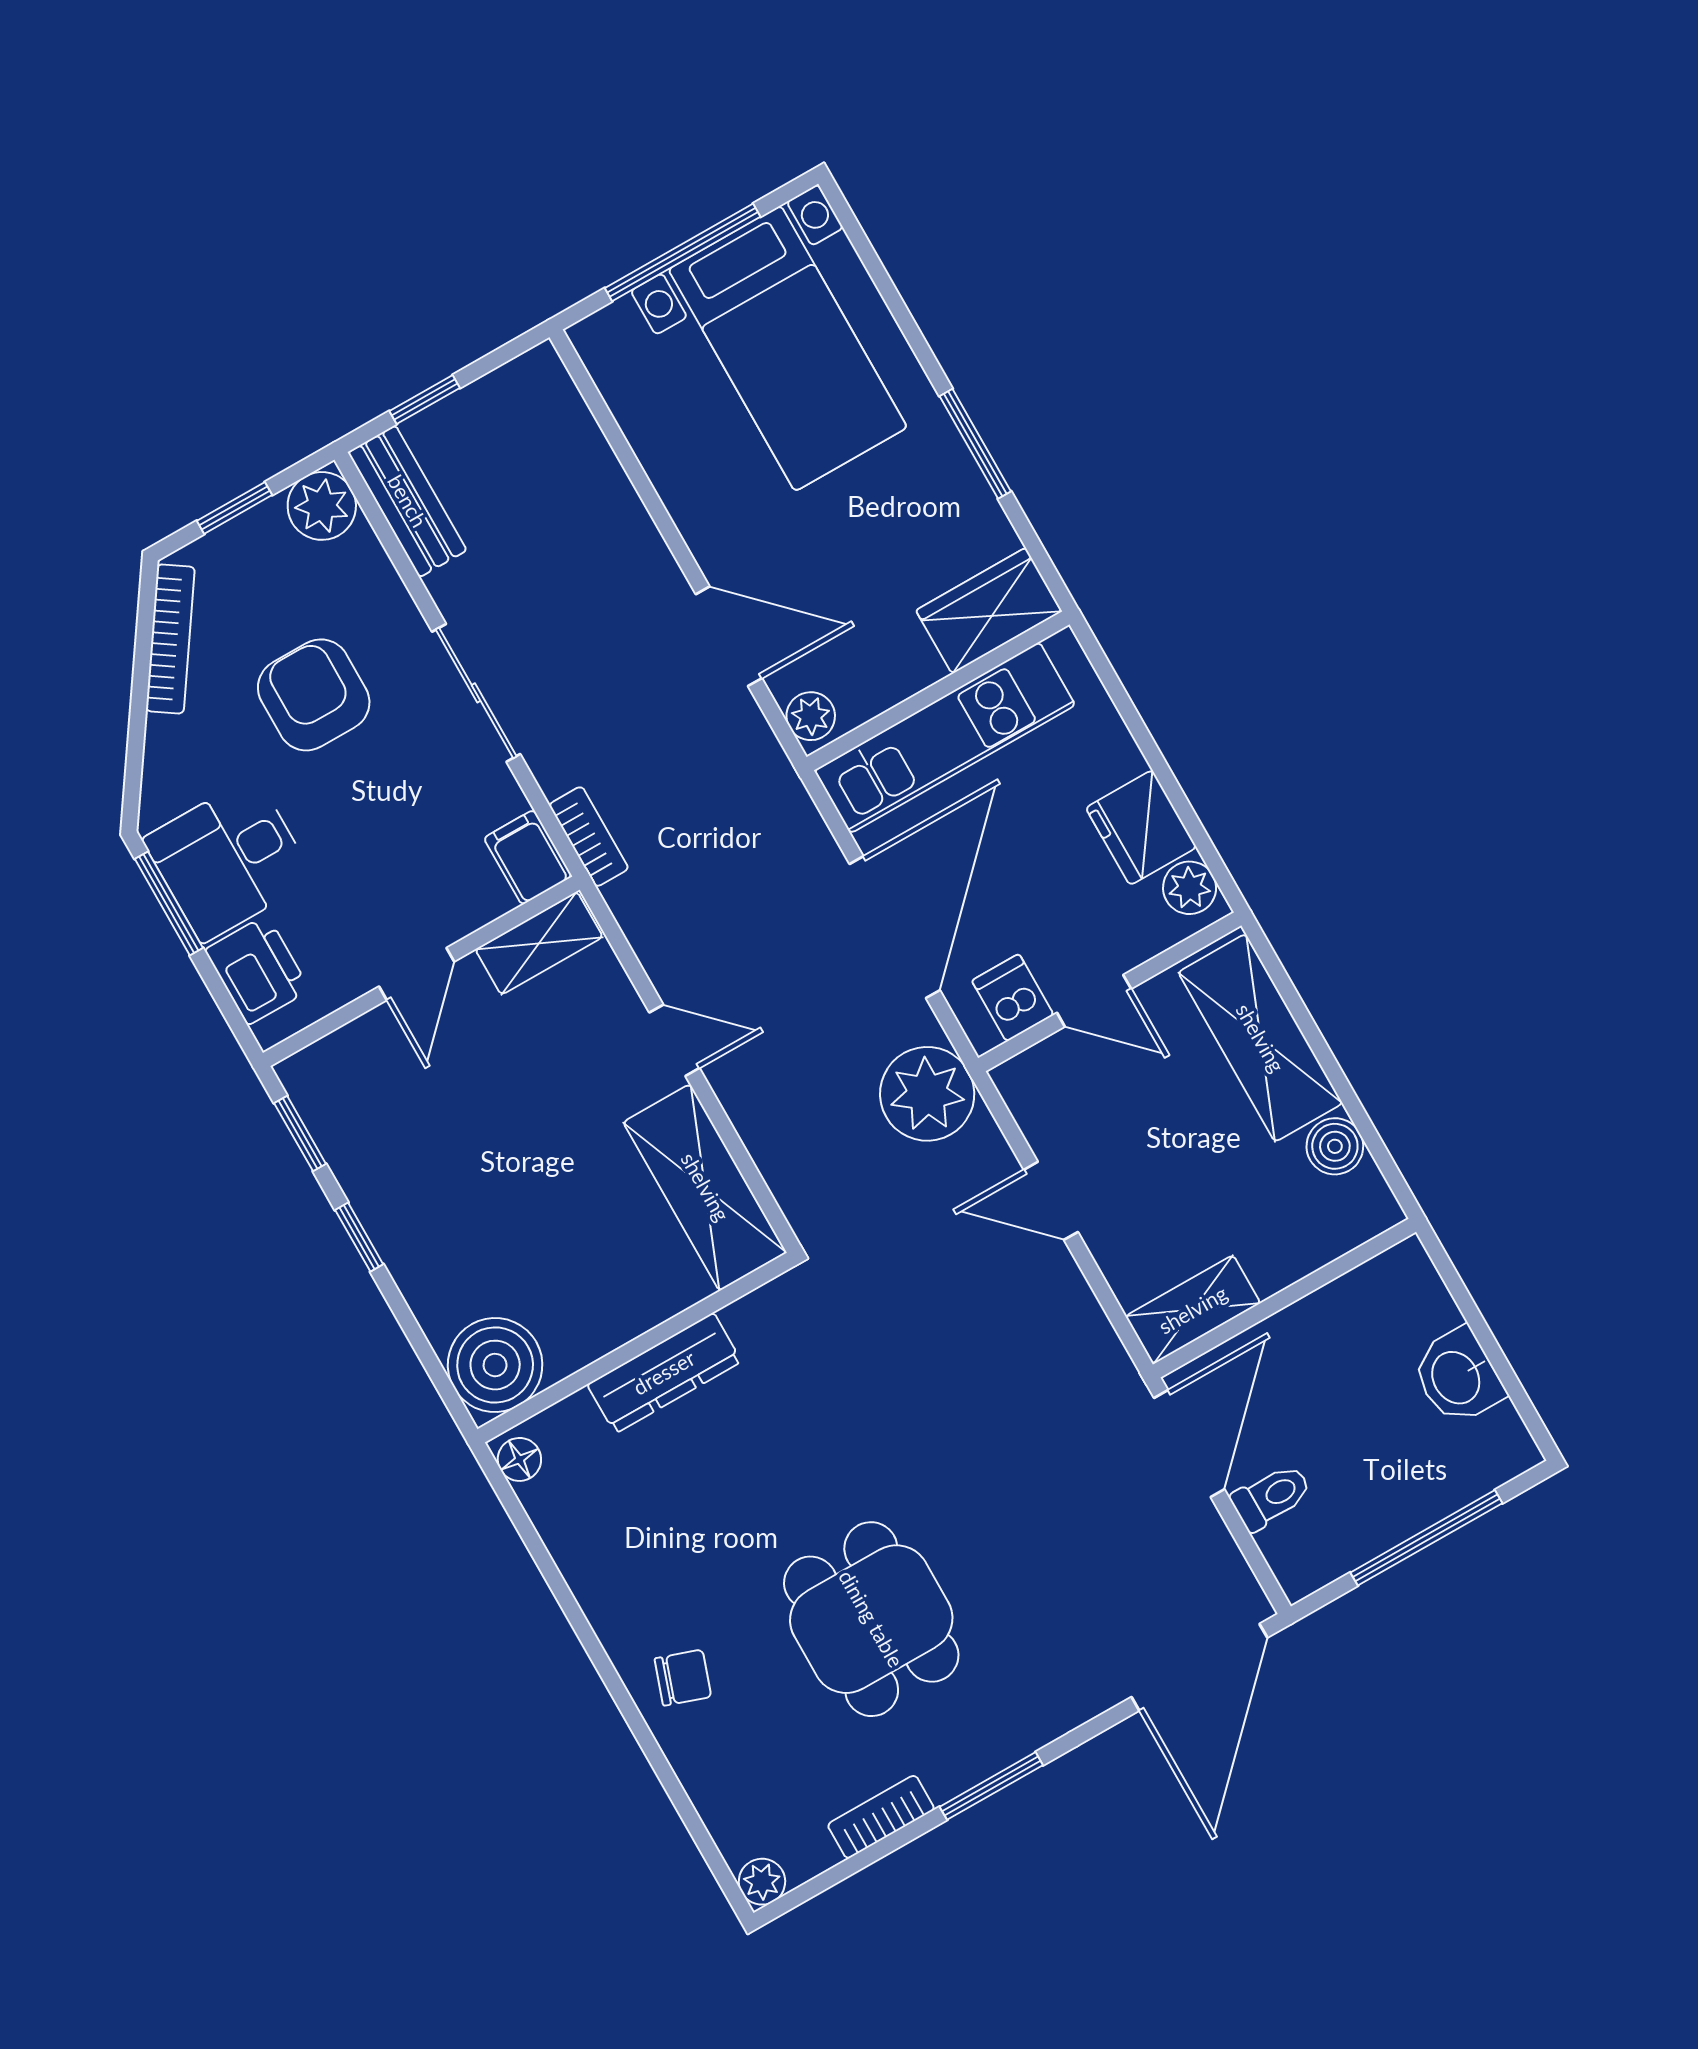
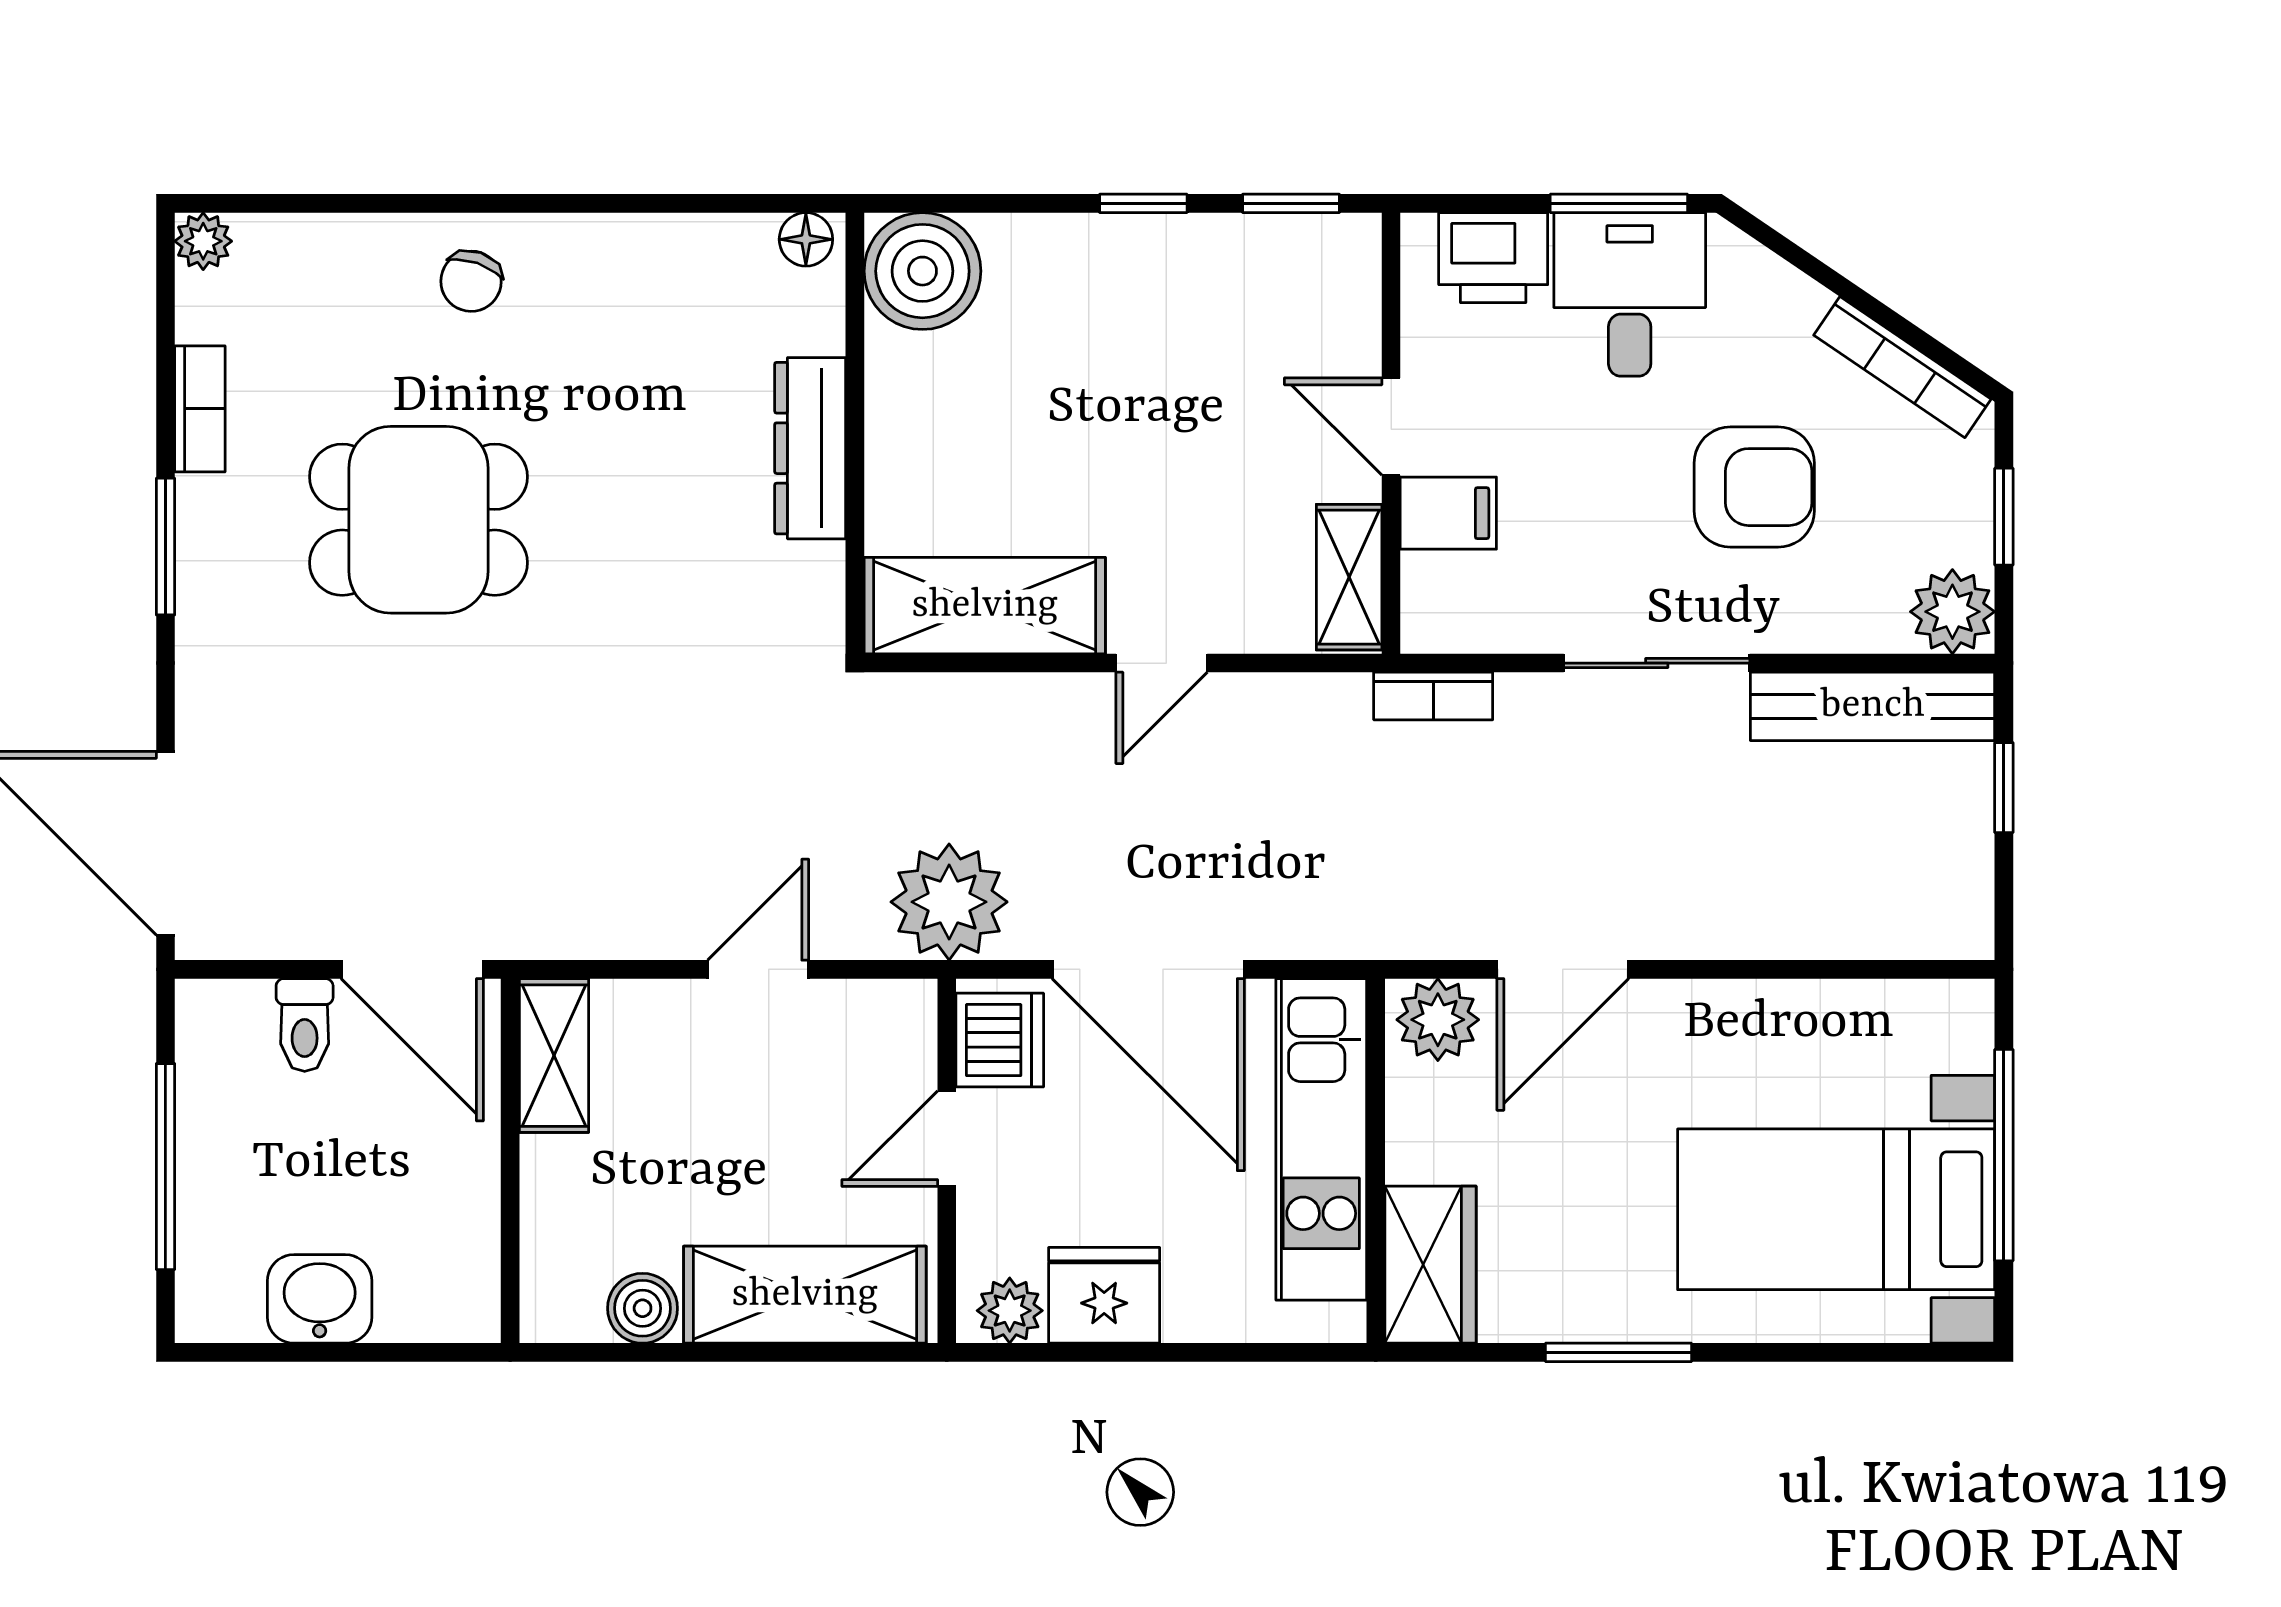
bench: (407, 501) -> (1873, 706), width x1.36
plant: (811, 716) -> (1438, 1020), width x1.38, depth x1.38
filing cabinet: (528, 857) -> (1448, 513), moved
dishwasher: (1013, 998) -> (1000, 1040), width x1.38

